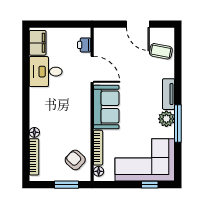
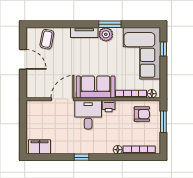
door: (138, 24) -> (23, 59), hinge flipped
printer: (84, 45) -> (109, 106), moved
desk: (46, 72) -> (88, 115), moved, turned 180
window: (26, 91) -> (82, 157), added
window: (178, 123) -> (110, 24), width x0.69
armchair: (75, 160) -> (142, 114), turned -133

